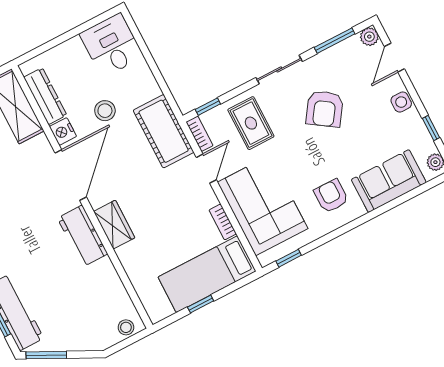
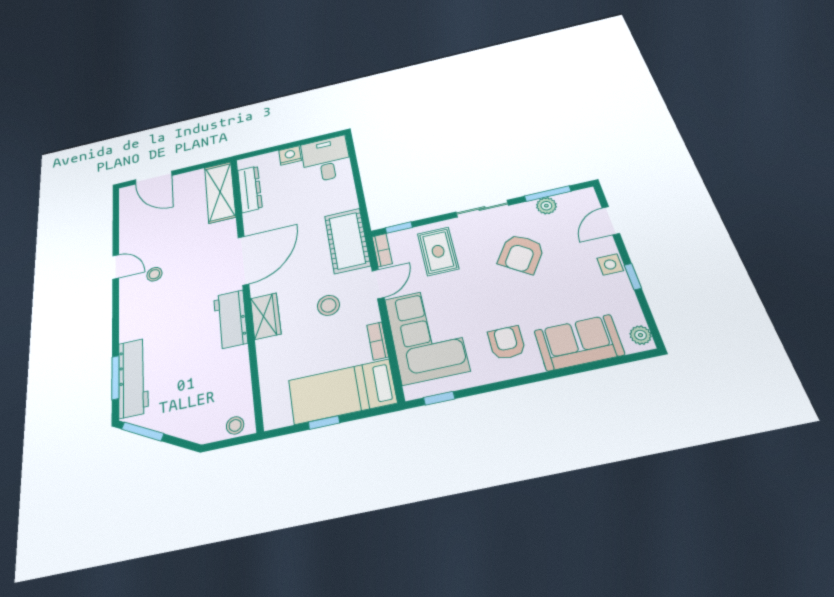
plant: (369, 37) -> (546, 206), moved
stool: (105, 111) -> (328, 305), moved
window: (431, 128) -> (633, 277), moved
nightstand: (63, 131) -> (290, 155), moved, turned 90

